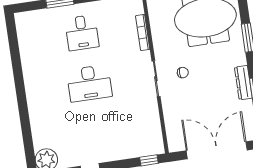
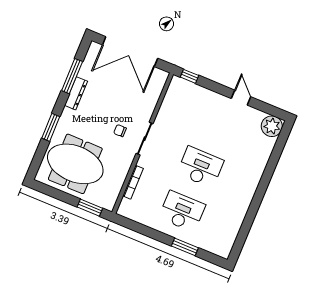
desk: (82, 33) -> (182, 211), width x1.37

